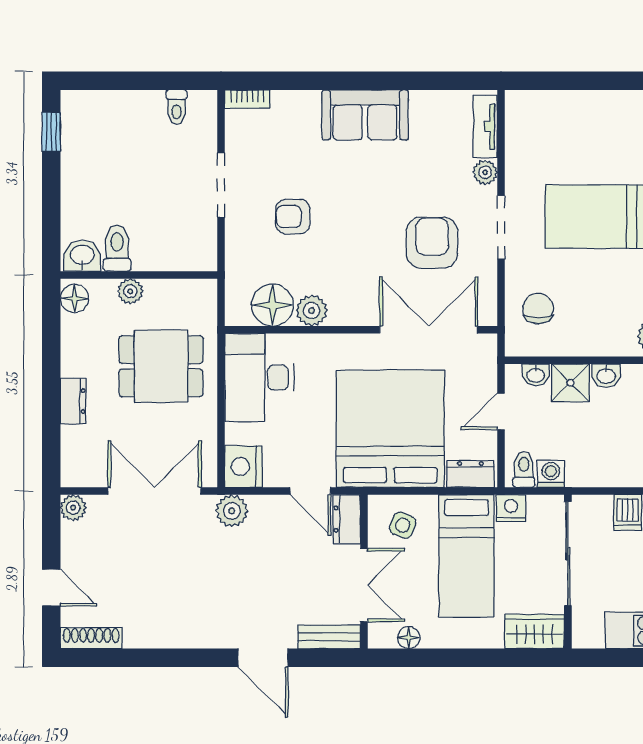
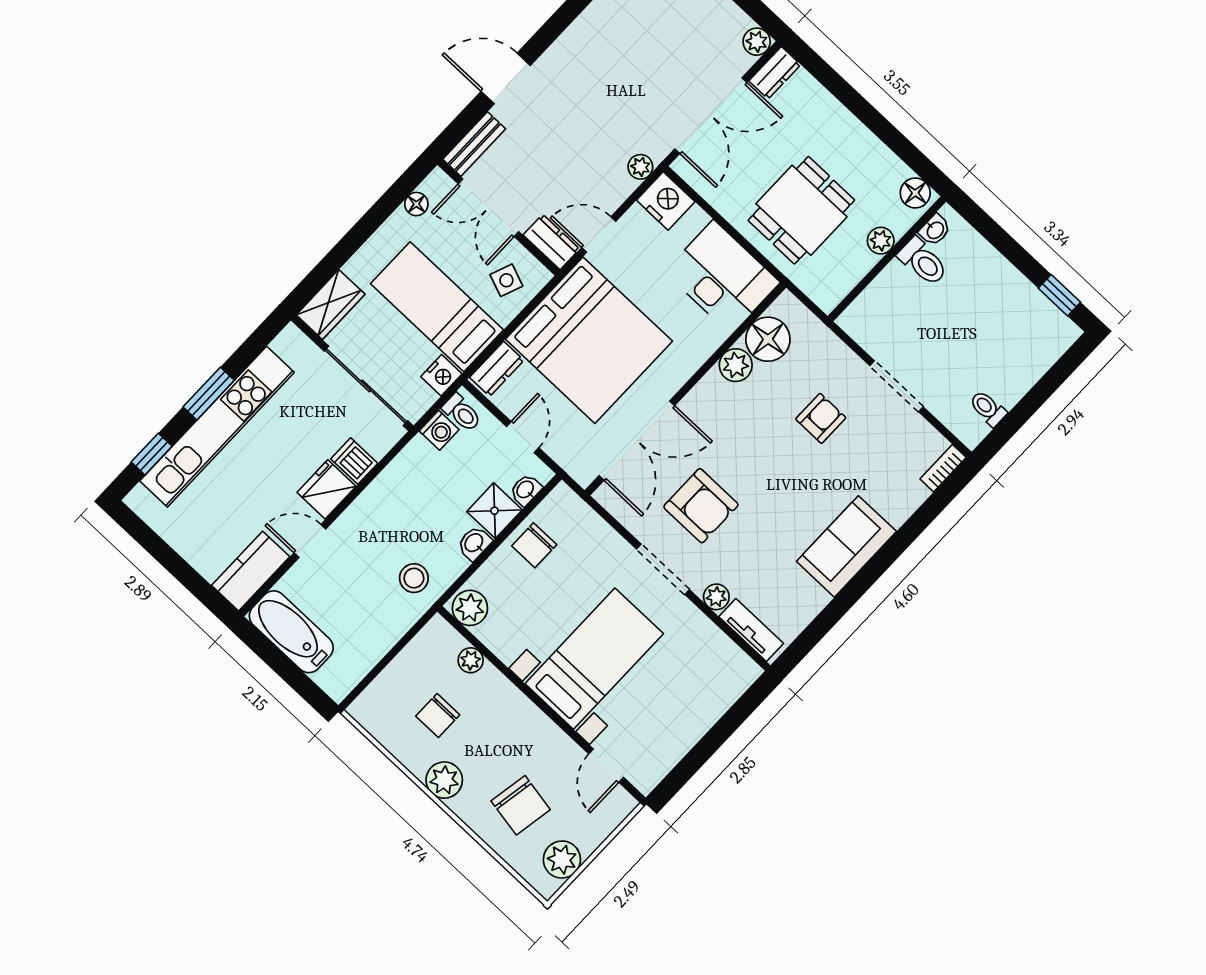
washbasin: (82, 256) -> (935, 230), width x0.72, depth x0.69
chair: (538, 309) -> (534, 545), moved, turned 90
dresser: (73, 401) -> (775, 73), moved, turned -90
plant: (232, 511) -> (640, 167), width x0.73, depth x0.73

